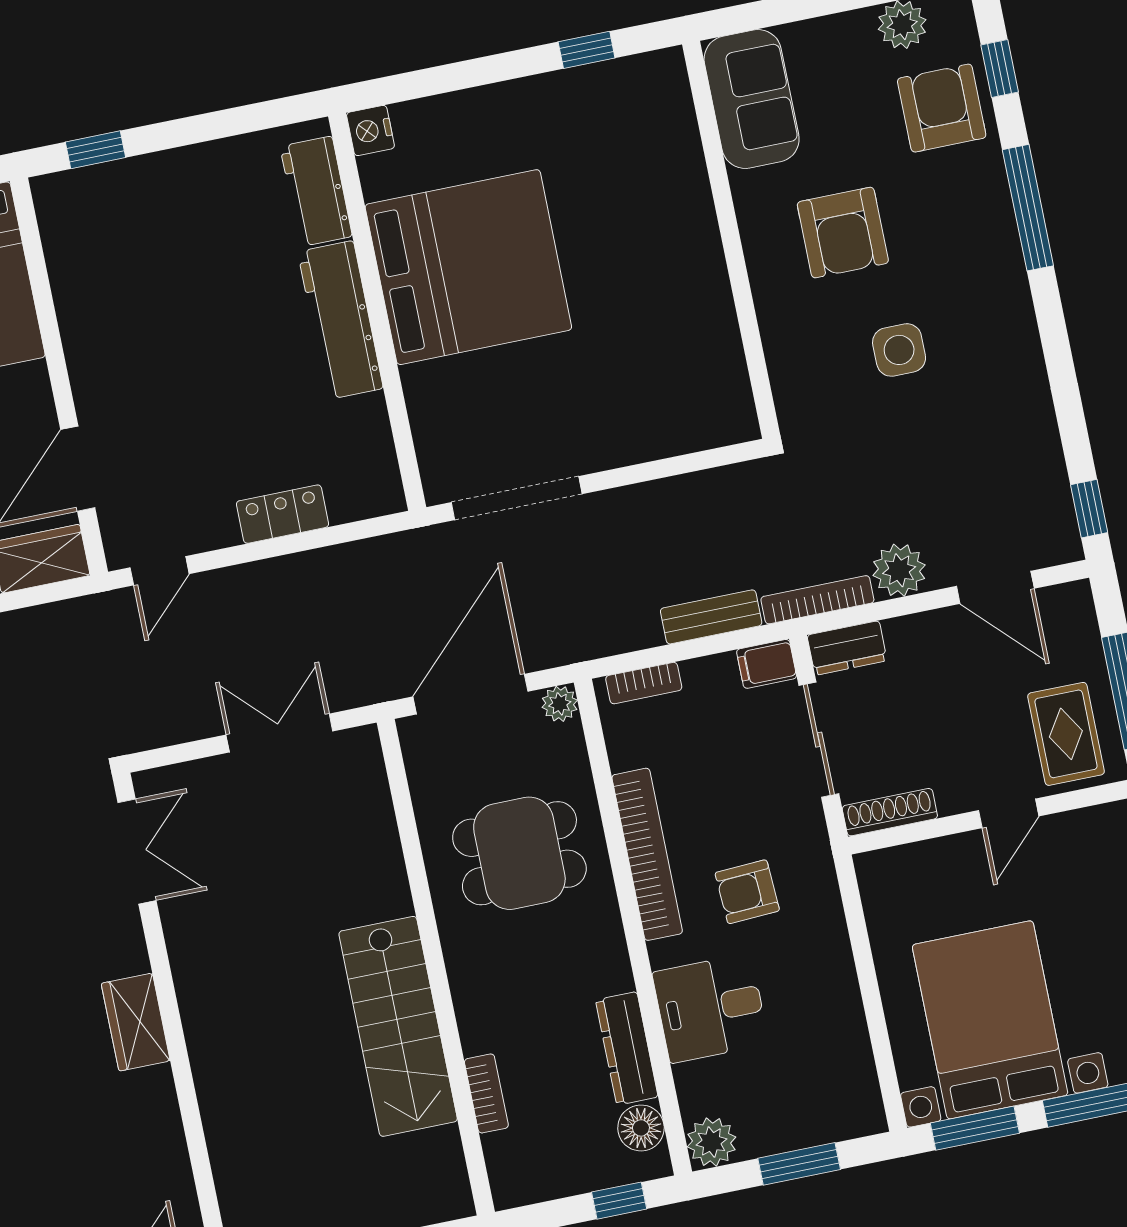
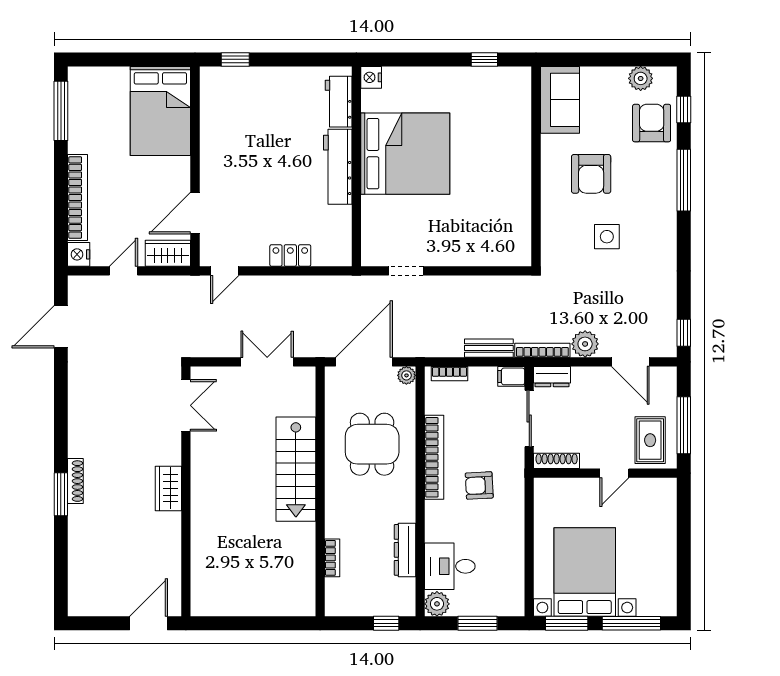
doorway: (517, 498) -> (406, 271), width x0.53
dining table: (519, 853) -> (372, 444), turned 90
desk: (711, 1008) -> (450, 566), moved
stairs: (398, 1026) -> (296, 469), moved
floor lamp: (641, 1128) -> (404, 590), removed

